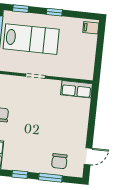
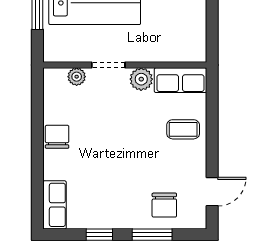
plant: (16, 81) -> (77, 77), added
plant: (54, 86) -> (141, 79), added
coffee table: (75, 118) -> (183, 129), added

